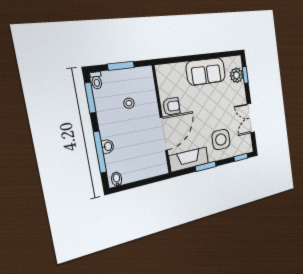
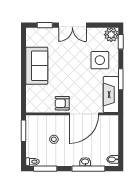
window: (121, 66) -> (23, 131), moved
plant: (237, 75) -> (111, 35), moved
armchair: (171, 106) -> (62, 103), turned -90
double door: (251, 118) -> (72, 25), moved
door: (164, 134) -> (84, 114), swing flipped

